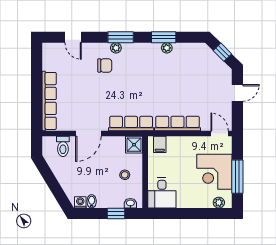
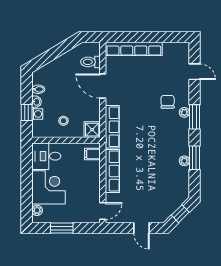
door: (73, 37) -> (194, 72), swing flipped
chair: (105, 65) -> (168, 102), turned 180
corner desk: (214, 172) -> (49, 187), moved, turned 90
window: (237, 177) -> (62, 228), width x0.69
washing machine: (80, 202) -> (37, 114), moved
washbasin: (130, 203) -> (36, 102), moved

